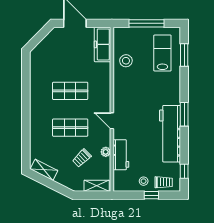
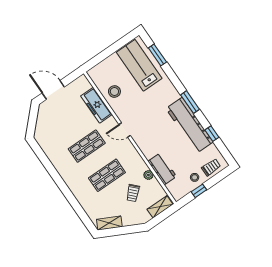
window: (146, 23) -> (110, 51), removed
freezer: (103, 44) -> (96, 105), moved
lab bench: (162, 53) -> (139, 65), width x1.36, depth x1.39
door: (112, 121) -> (125, 130), moved
window: (184, 171) -> (212, 134), moved
window: (151, 195) -> (199, 191), moved

